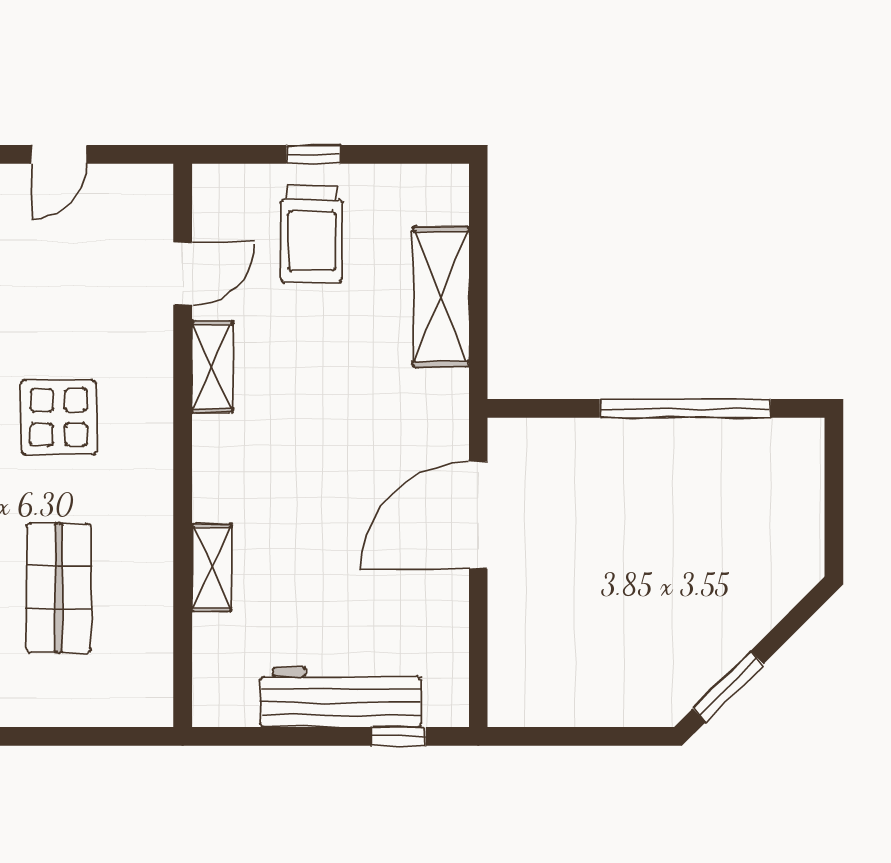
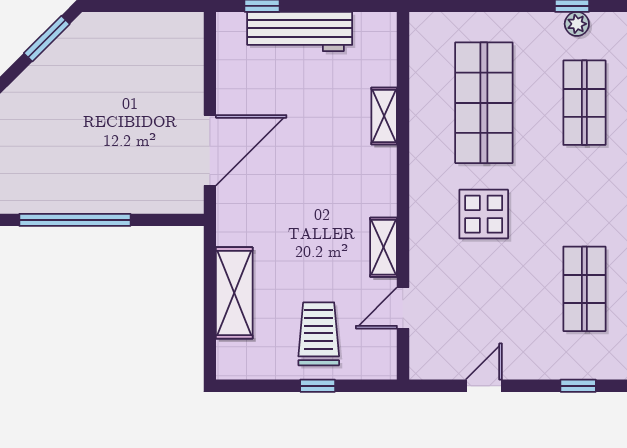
shop shelf: (59, 588) -> (484, 103), width x1.43, depth x1.36

